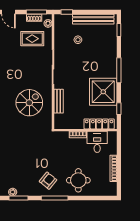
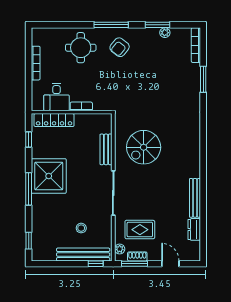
bench: (93, 19) -> (83, 255), moved
shower: (103, 92) -> (49, 176), moved

